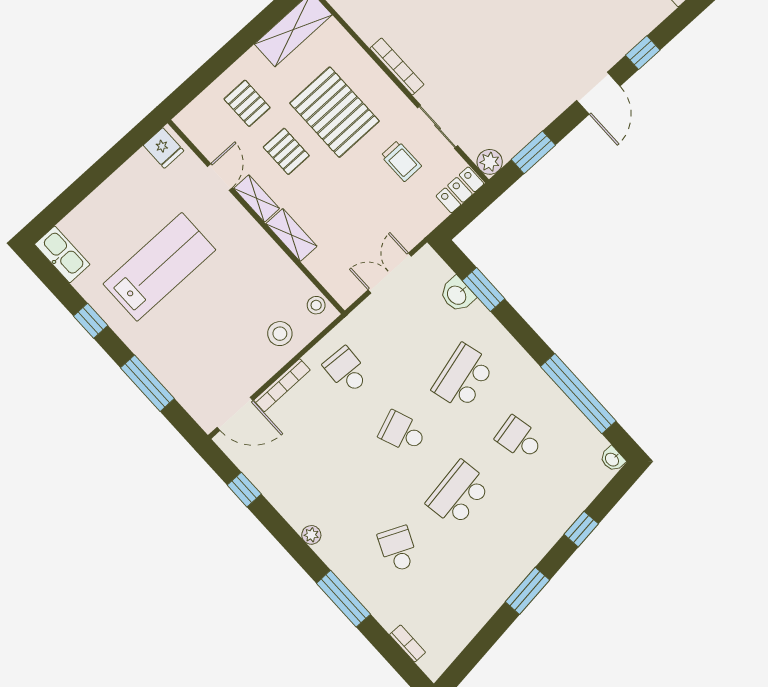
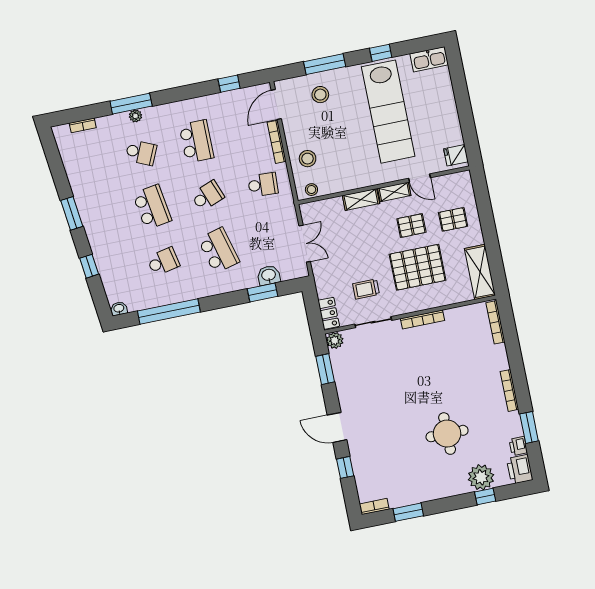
lab bench: (159, 267) -> (388, 112), width x1.36
stool: (189, 366) -> (320, 95), added
school desk: (342, 487) -> (196, 141), added
plant: (311, 535) -> (135, 116), moved

